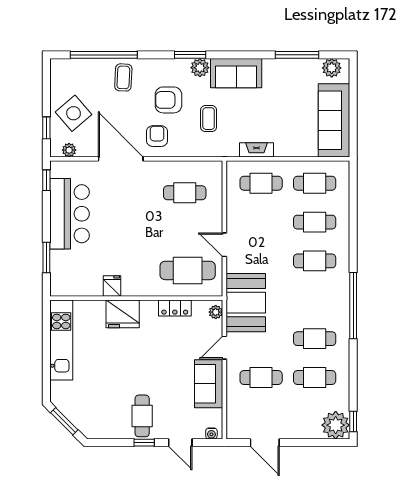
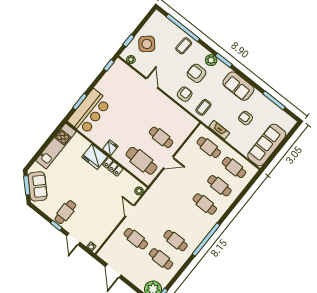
plant: (200, 68) -> (211, 60), moved
plant: (332, 68) -> (285, 120), removed
armchair: (279, 107) -> (246, 118), added
coffee table: (209, 119) -> (203, 107), moved
armchair: (157, 136) -> (185, 94), moved
door: (121, 159) -> (152, 83), width x0.53
cafe table: (185, 193) -> (161, 137), moved
bar counter: (70, 214) -> (89, 112), moved
door: (224, 245) -> (168, 162), swing flipped
fridge: (112, 286) -> (110, 148), moved
booth: (246, 303) -> (157, 198), removed
locker: (175, 308) -> (113, 167), moved
door: (224, 348) -> (130, 211), hinge flipped
sofa: (209, 384) -> (38, 186), moved, turned 135

